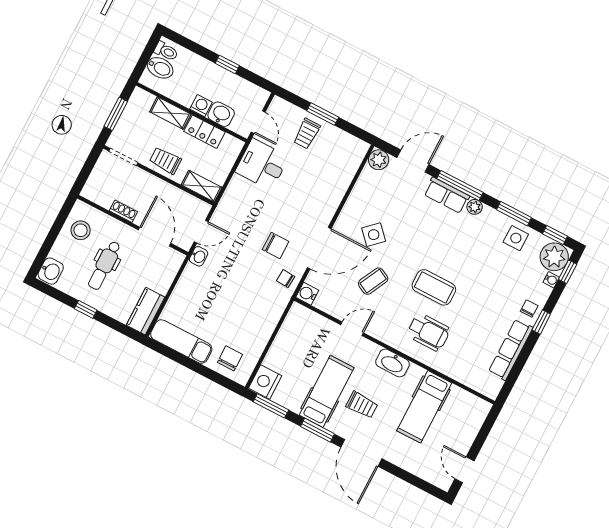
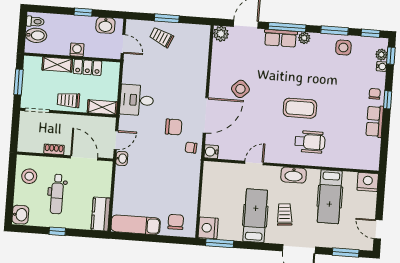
washbasin: (221, 114) -> (105, 25), moved, turned 180
trolley: (307, 134) -> (161, 37), turned 114
desk: (262, 164) -> (137, 100), moved
plant: (554, 257) -> (381, 55), width x0.53, depth x0.53
coffee table: (373, 281) -> (254, 122), removed
row of seats: (511, 350) -> (375, 121), width x0.68
trolley: (362, 405) -> (285, 215), turned -95
nightstand: (476, 409) -> (368, 182), added
window: (318, 430) -> (346, 252), moved

